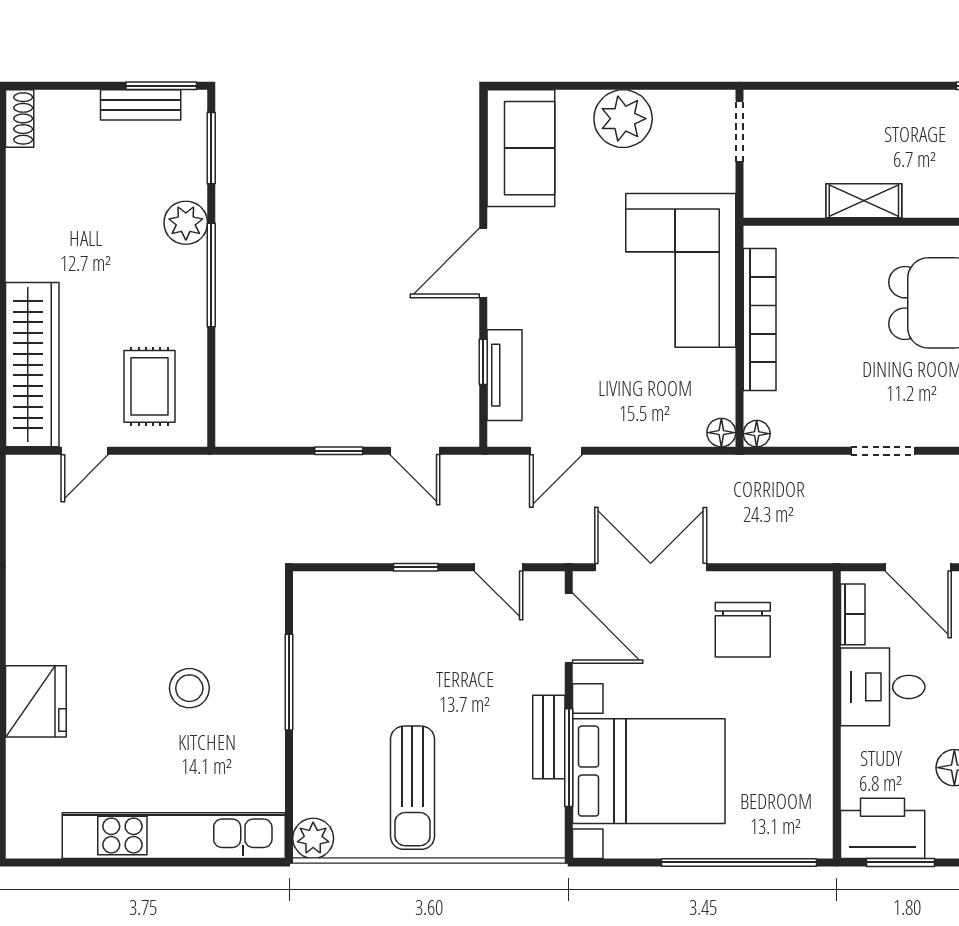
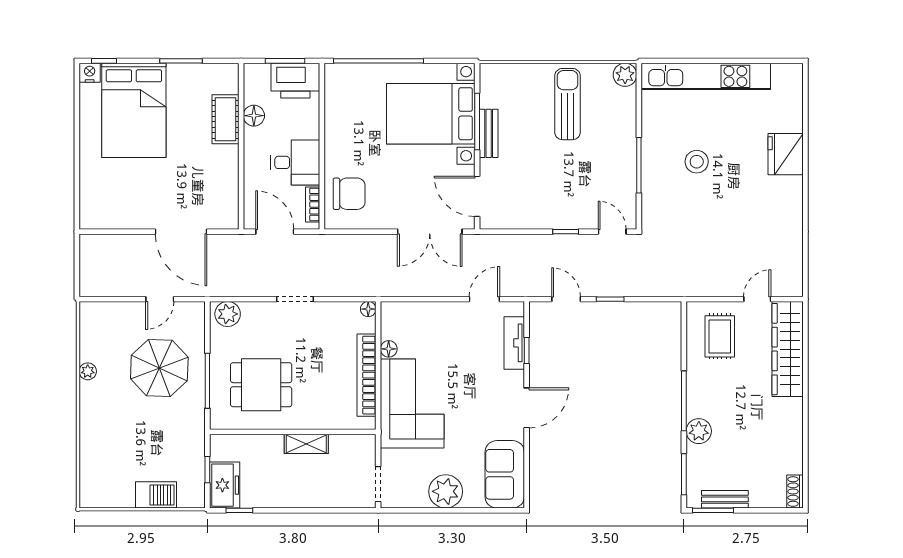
floor lamp: (721, 433) -> (389, 349), moved
door: (498, 567) -> (612, 232), moved
chair: (743, 630) -> (349, 194), moved, turned 90

